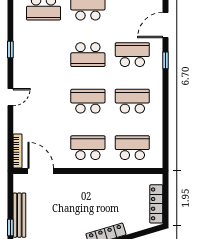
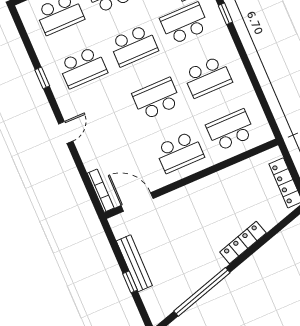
school desk: (43, 55) -> (83, 67), added
school desk: (132, 101) -> (208, 77), turned 180
school desk: (88, 148) -> (180, 152), turned 180

